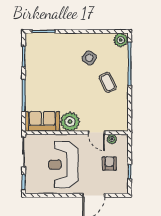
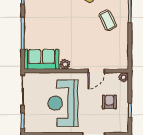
plant: (70, 122) -> (65, 64), width x0.53, depth x0.53
door: (96, 133) -> (96, 71), hinge flipped
plant: (112, 139) -> (123, 77), moved

